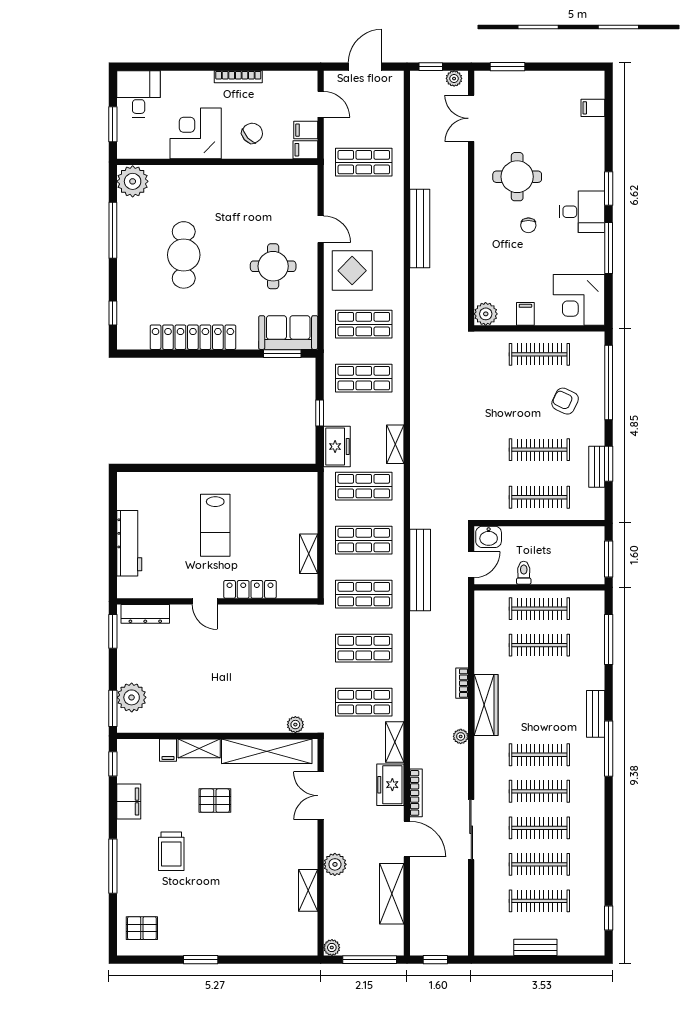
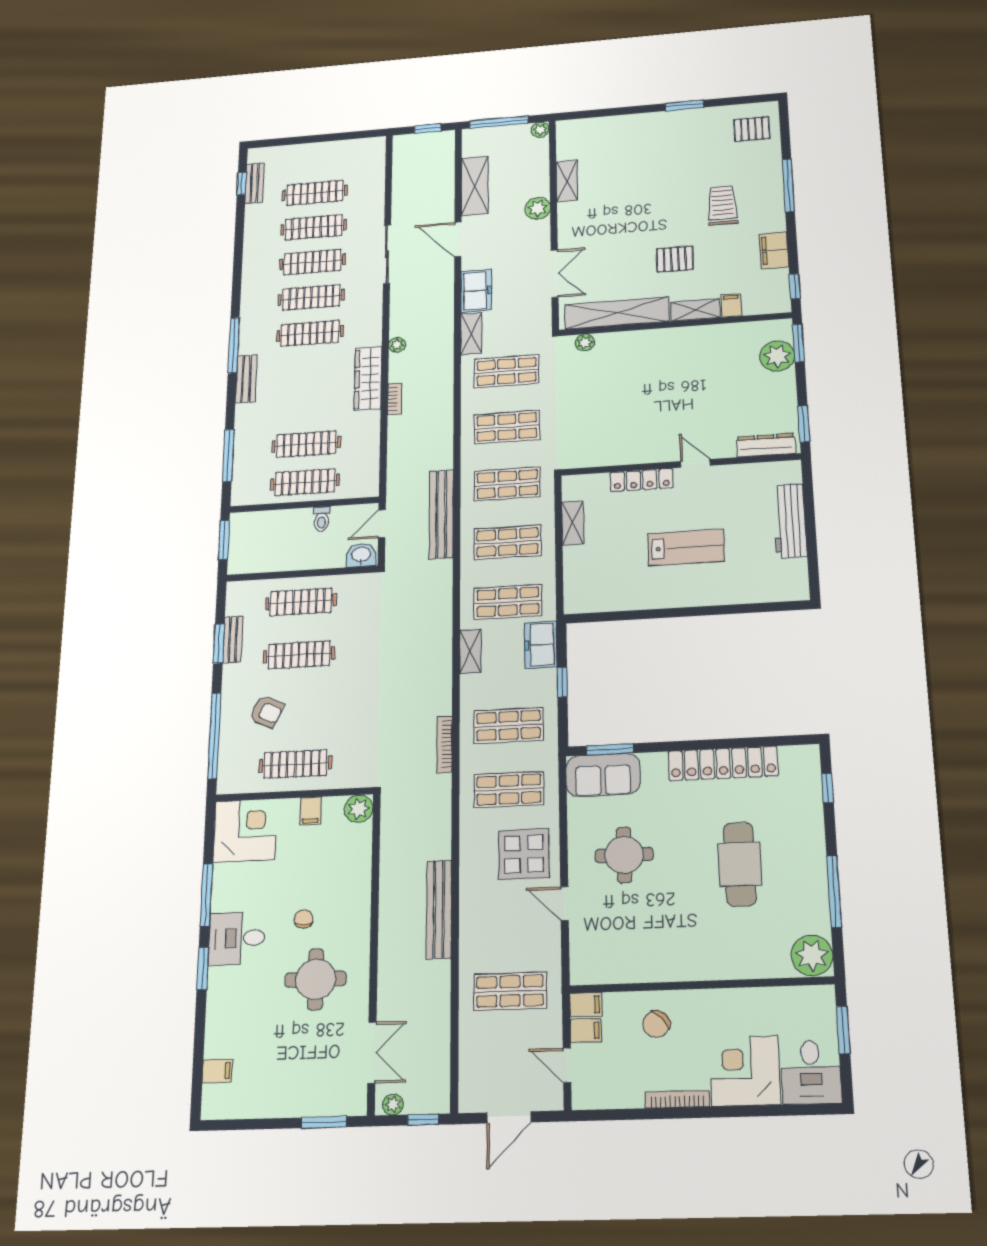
corner desk: (196, 133) -> (745, 1071), moved, turned 180
lab bench: (215, 525) -> (686, 547), turned 90
bookcase: (416, 793) -> (445, 744), moved
bench: (535, 947) -> (255, 183), moved, turned 90

